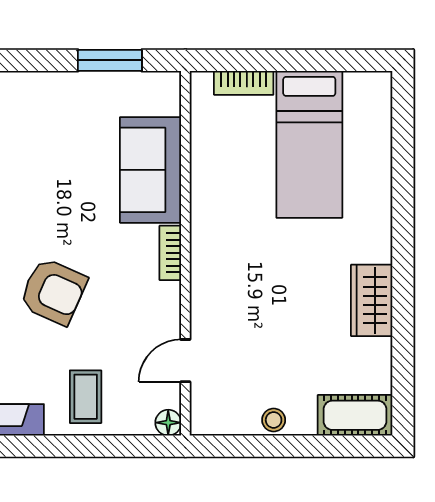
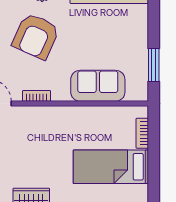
bookcase: (170, 253) -> (37, 96), moved
armchair: (53, 291) -> (36, 36), width x1.36, depth x1.36

